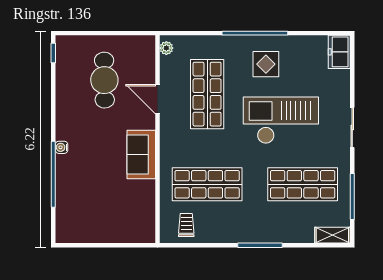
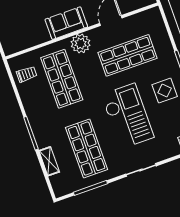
plant: (166, 48) -> (81, 43), moved, width x1.88, depth x1.88
shelving: (332, 235) -> (49, 161), moved

